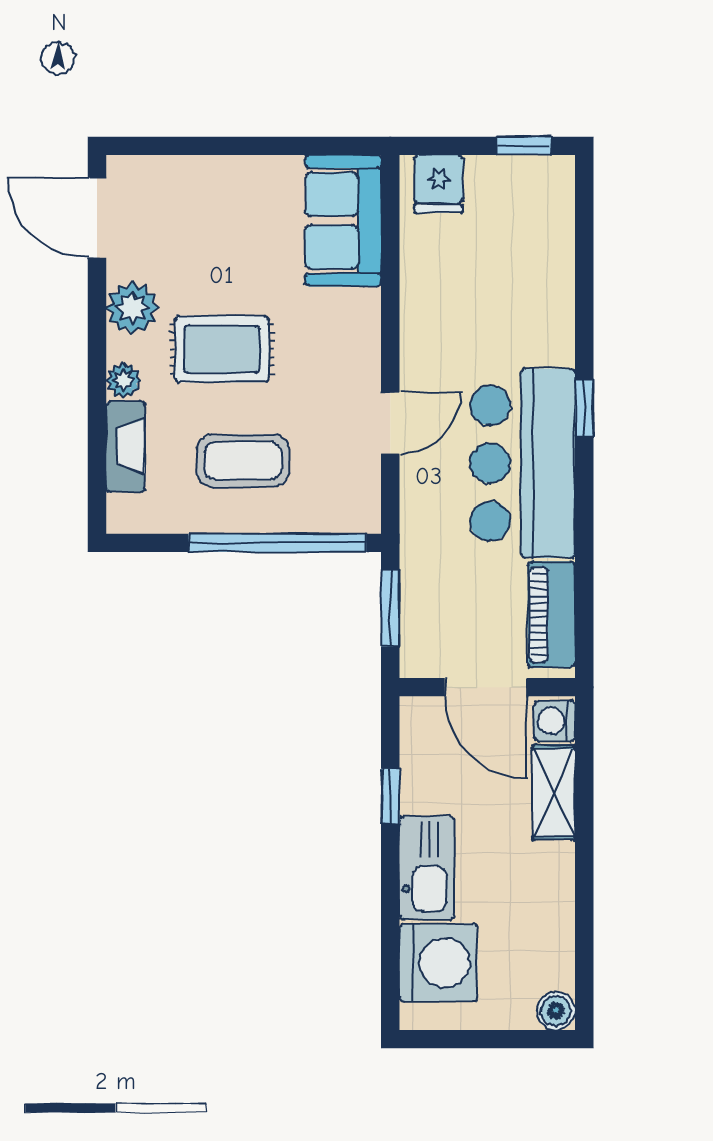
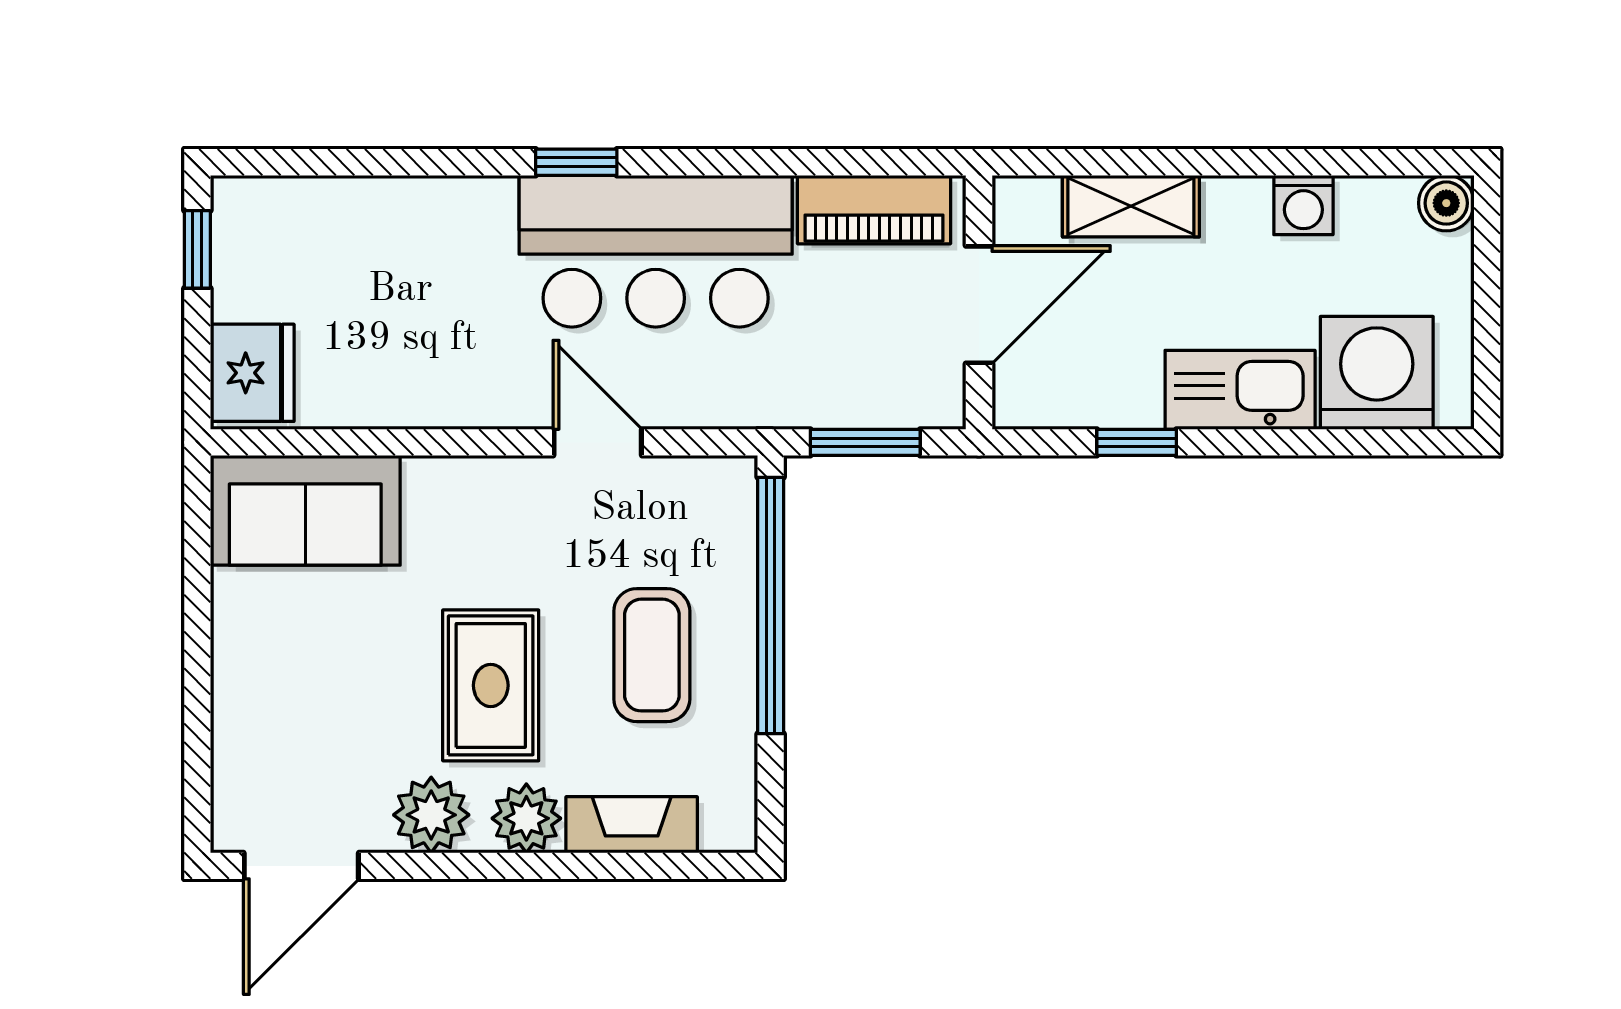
fridge: (438, 184) -> (252, 373), width x1.38
plant: (123, 380) -> (526, 818), width x1.38, depth x1.38
washing machine: (555, 721) -> (1303, 205), moved

